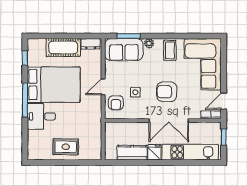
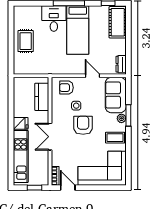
window: (129, 36) -> (128, 115), moved
cot: (63, 48) -> (118, 22), moved
bed: (54, 85) -> (78, 30), width x0.67
door: (103, 87) -> (92, 76), moved
armchair: (167, 92) -> (83, 125), moved
double door: (169, 120) -> (50, 137), width x0.73
kitchen counter: (132, 153) -> (42, 97), moved, turned 180

